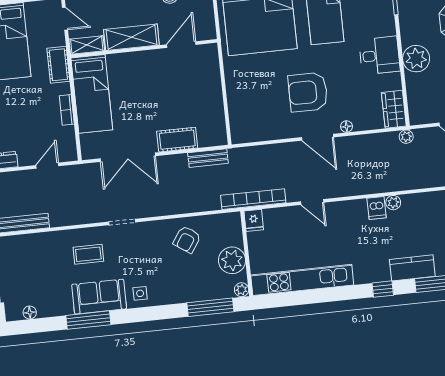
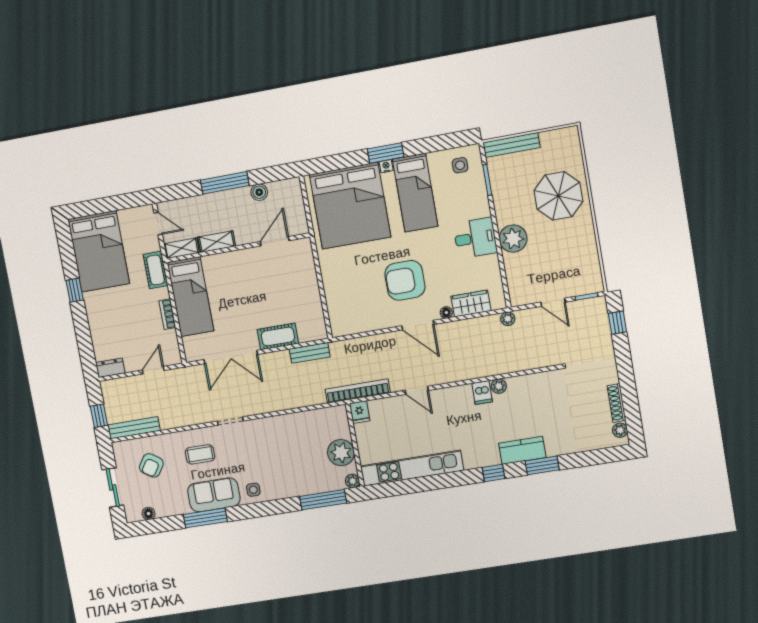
shelving: (131, 37) -> (217, 242), width x0.67, depth x0.75
wardrobe: (394, 109) -> (471, 303), moved, turned 90
armchair: (187, 239) -> (151, 465), moved

